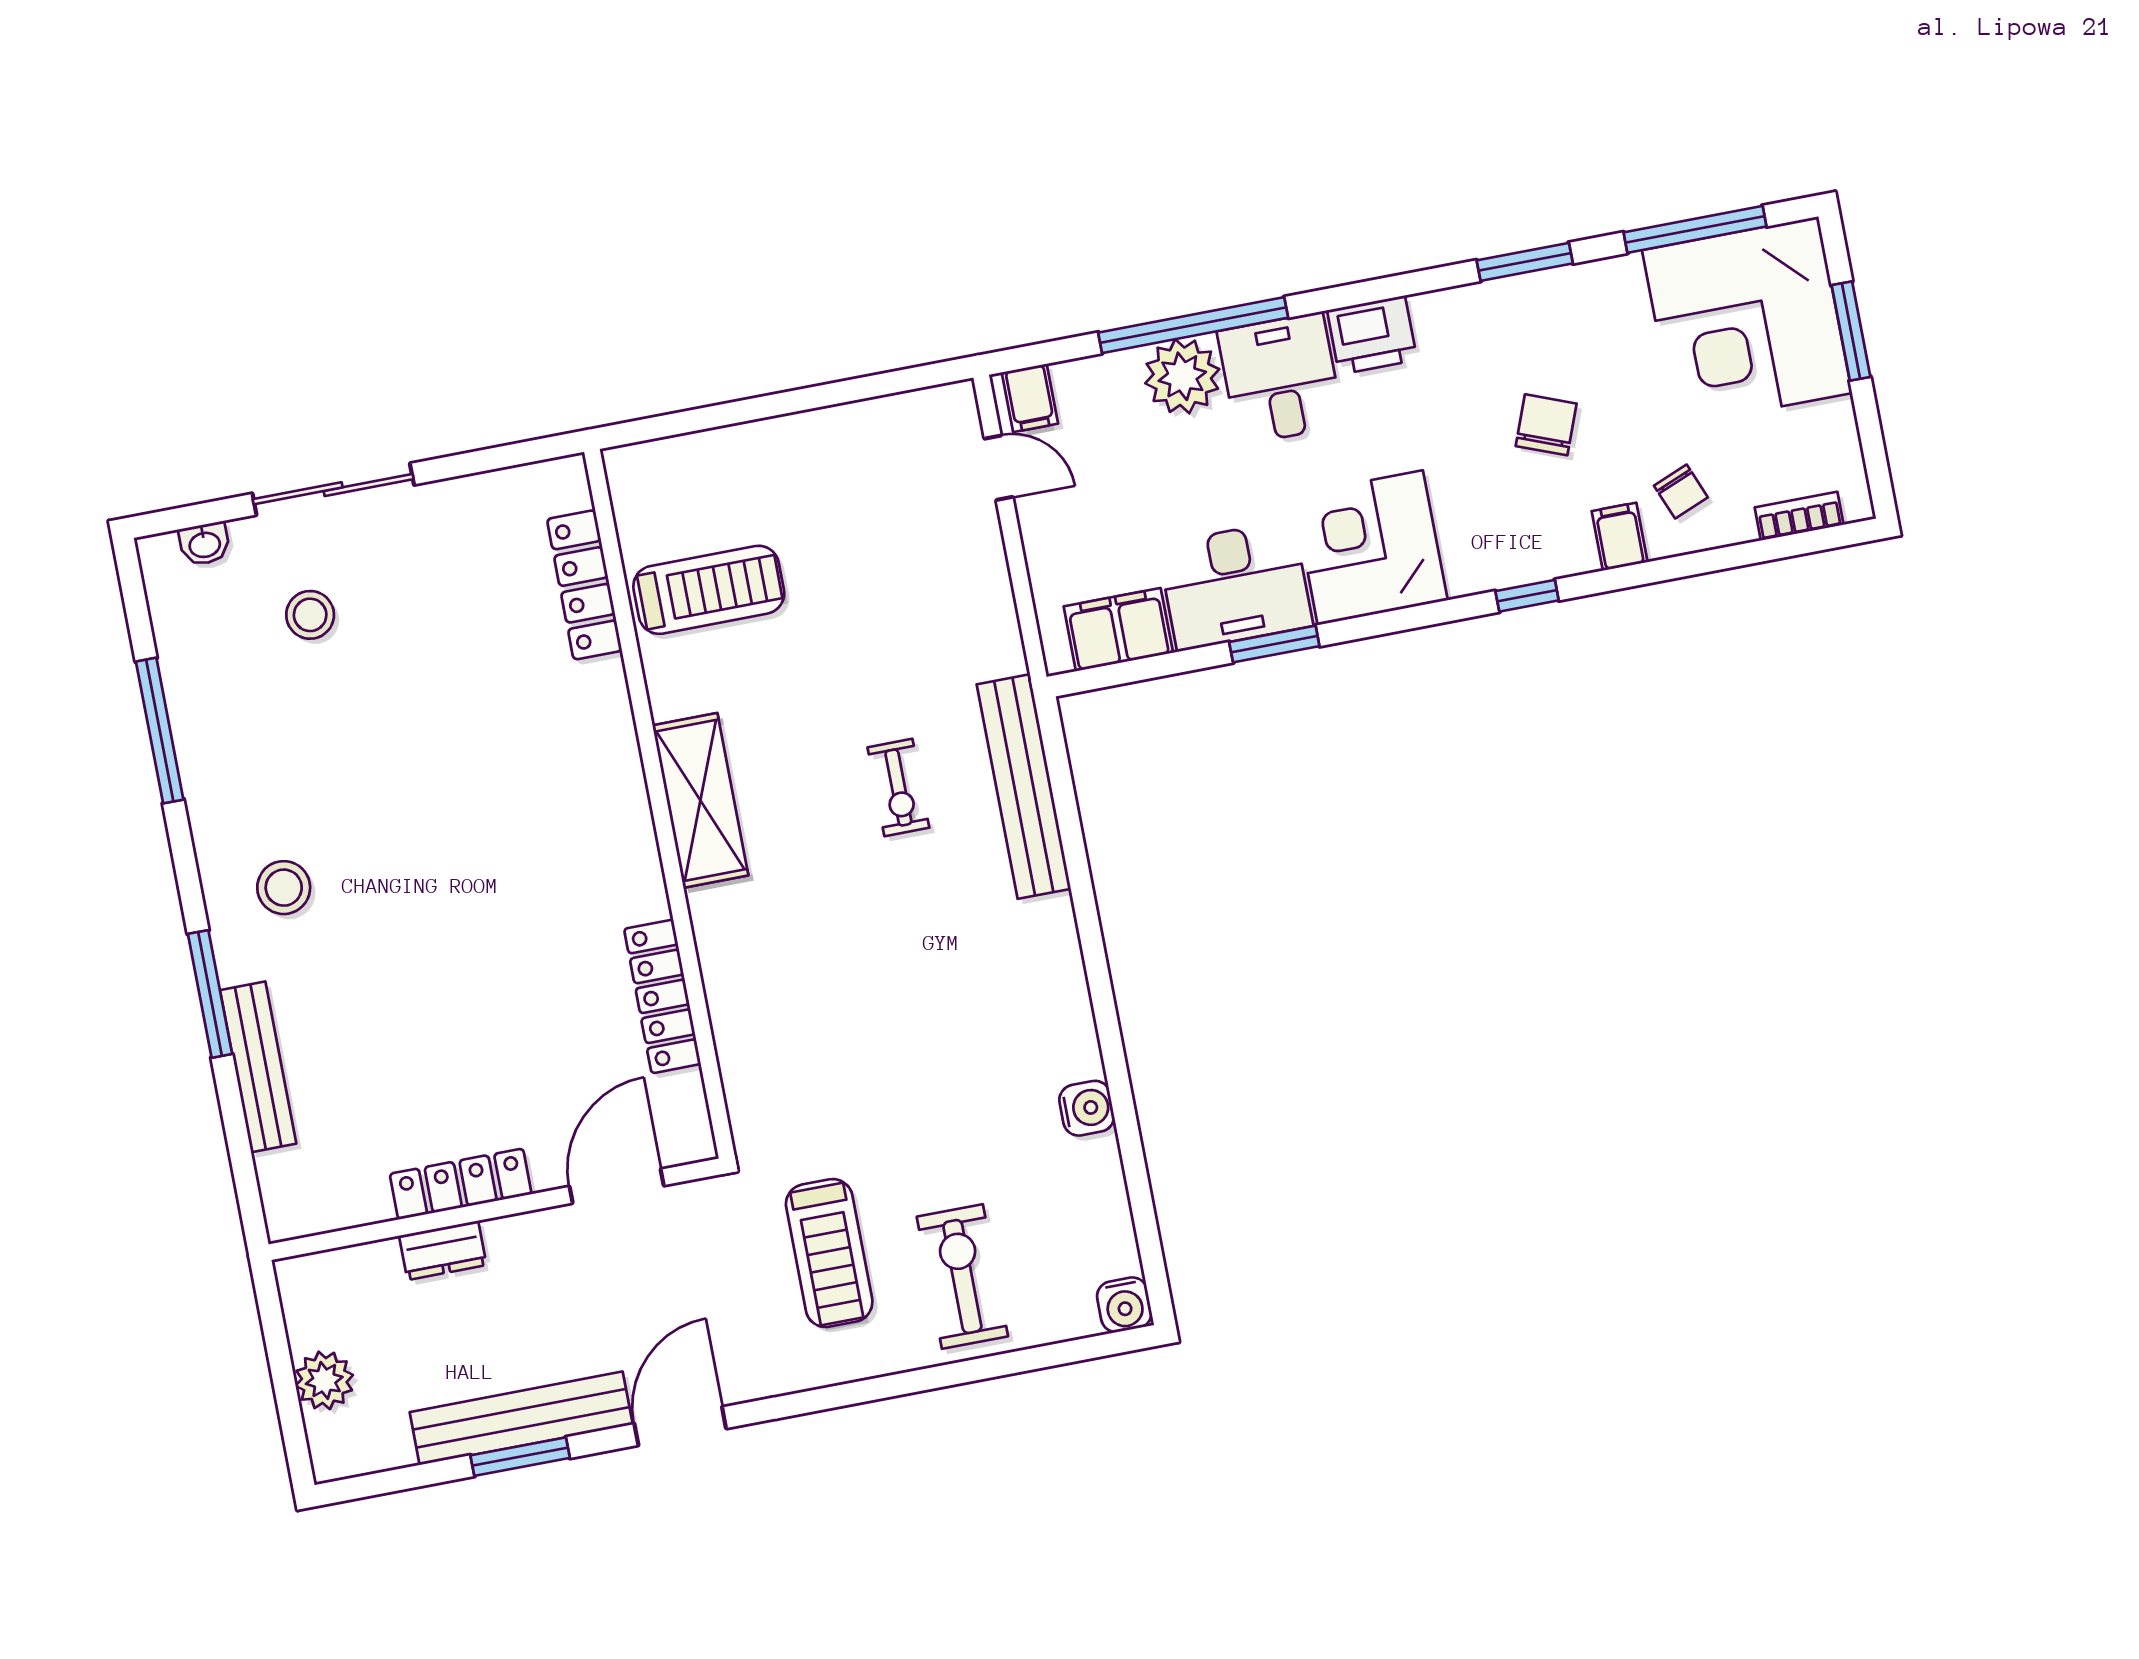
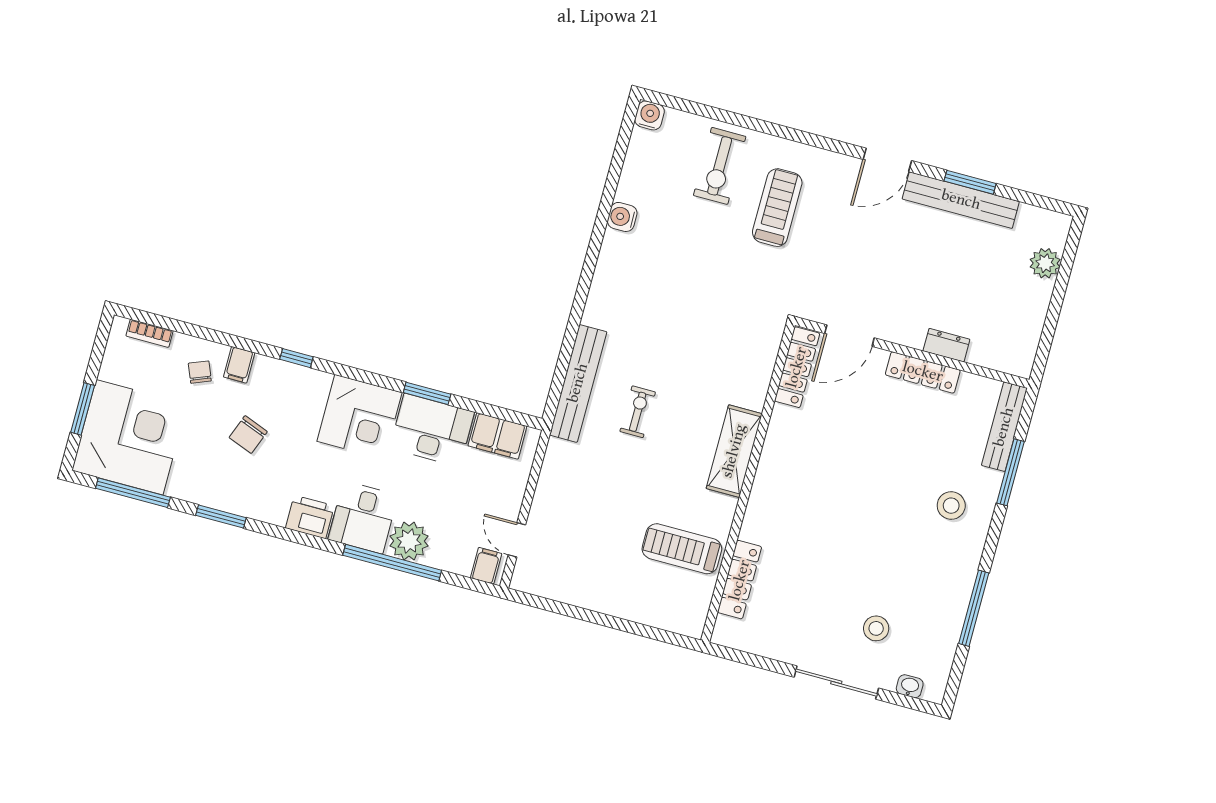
locker: (461, 1184) -> (923, 372), moved
door: (617, 1186) -> (849, 336), moved
wall: (495, 1209) -> (912, 353), moved
dresser: (443, 1250) -> (946, 345), moved

